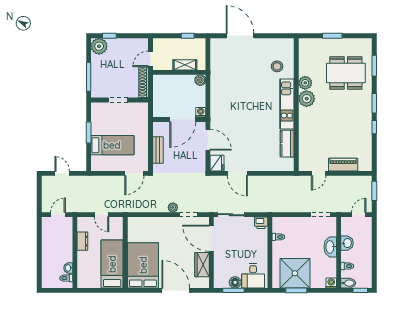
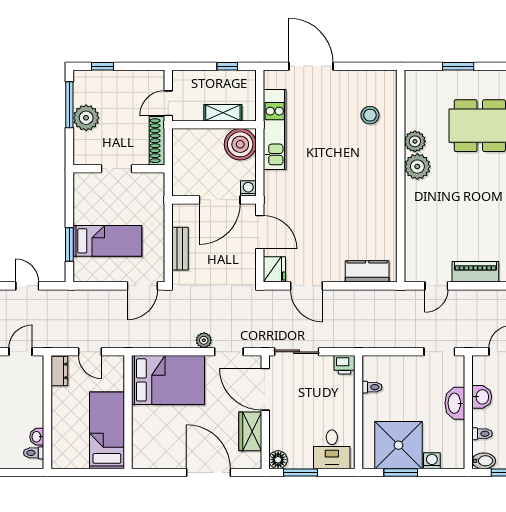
plant: (99, 46) -> (86, 118), moved
window: (89, 77) -> (69, 105), moved
boiler: (200, 80) -> (240, 144), width x1.86, depth x1.86
kitchen unit: (287, 104) -> (275, 130), moved, turned 180
window: (89, 133) -> (69, 244), moved
kitchen counter: (287, 144) -> (367, 271), moved, turned 90
dresser: (82, 241) -> (59, 371), moved
bed: (143, 265) -> (168, 380), moved, turned 90
floor lamp: (235, 282) -> (278, 460), moved
washing machine: (331, 283) -> (432, 461), moved

